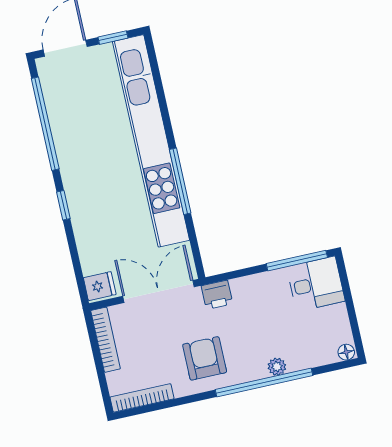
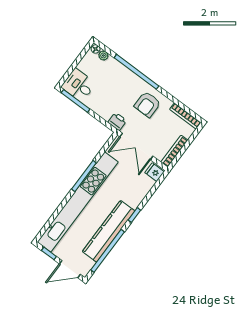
kitchen counter: (72, 149) -> (109, 231), added
plant: (277, 367) -> (103, 55), moved

